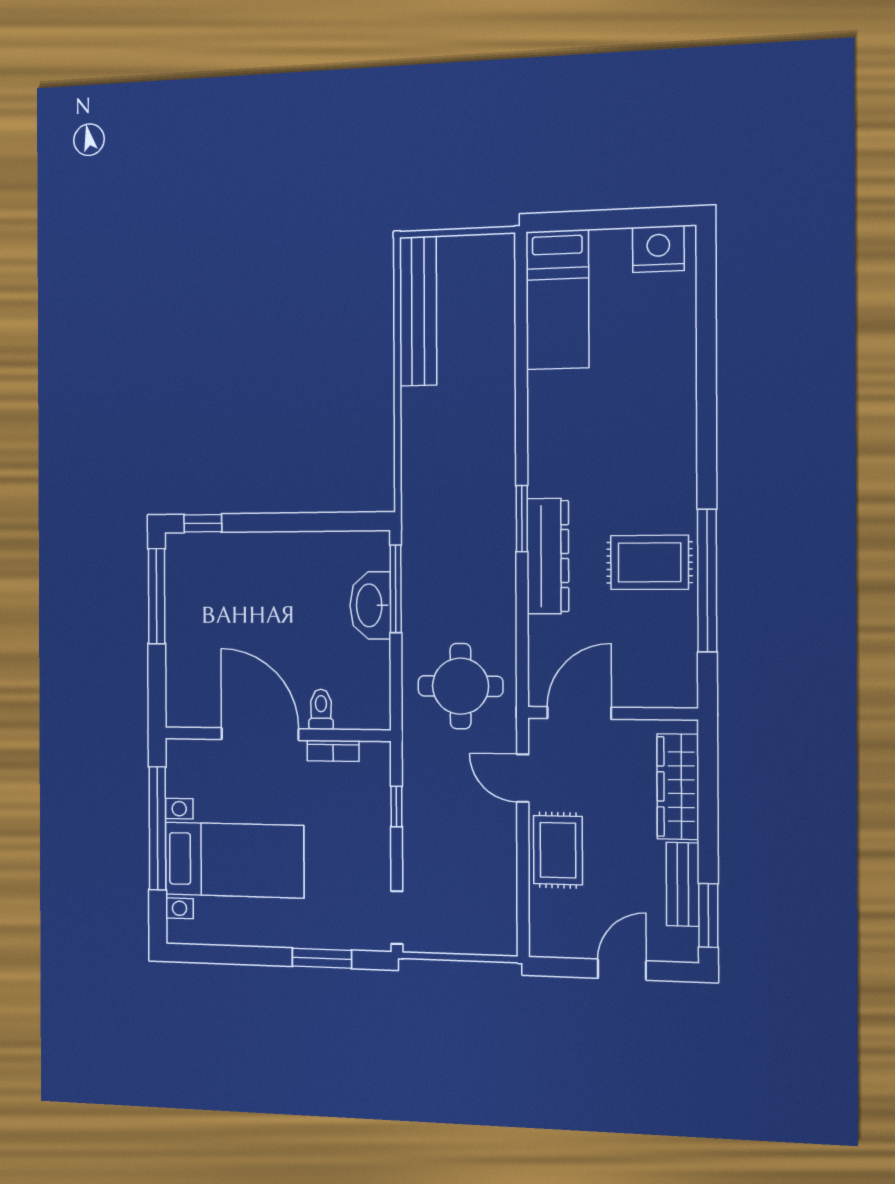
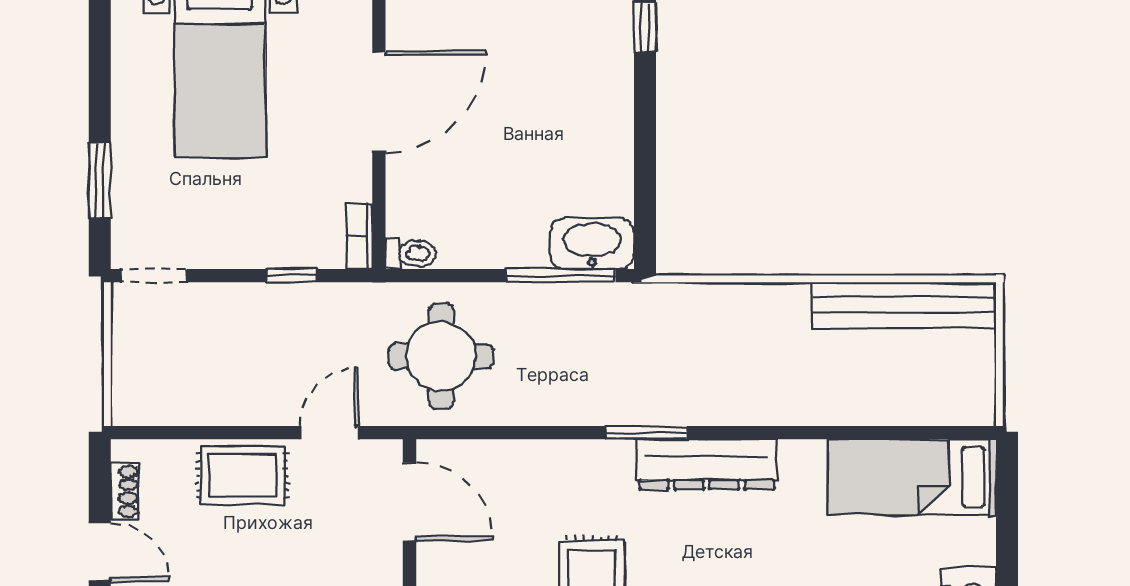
dresser: (548, 556) -> (707, 464), moved
washbasin: (370, 605) -> (592, 243), moved
toilet: (321, 709) -> (411, 254), moved
bookcase: (333, 751) -> (359, 236), moved
shoe rack: (571, 947) -> (125, 491), added

